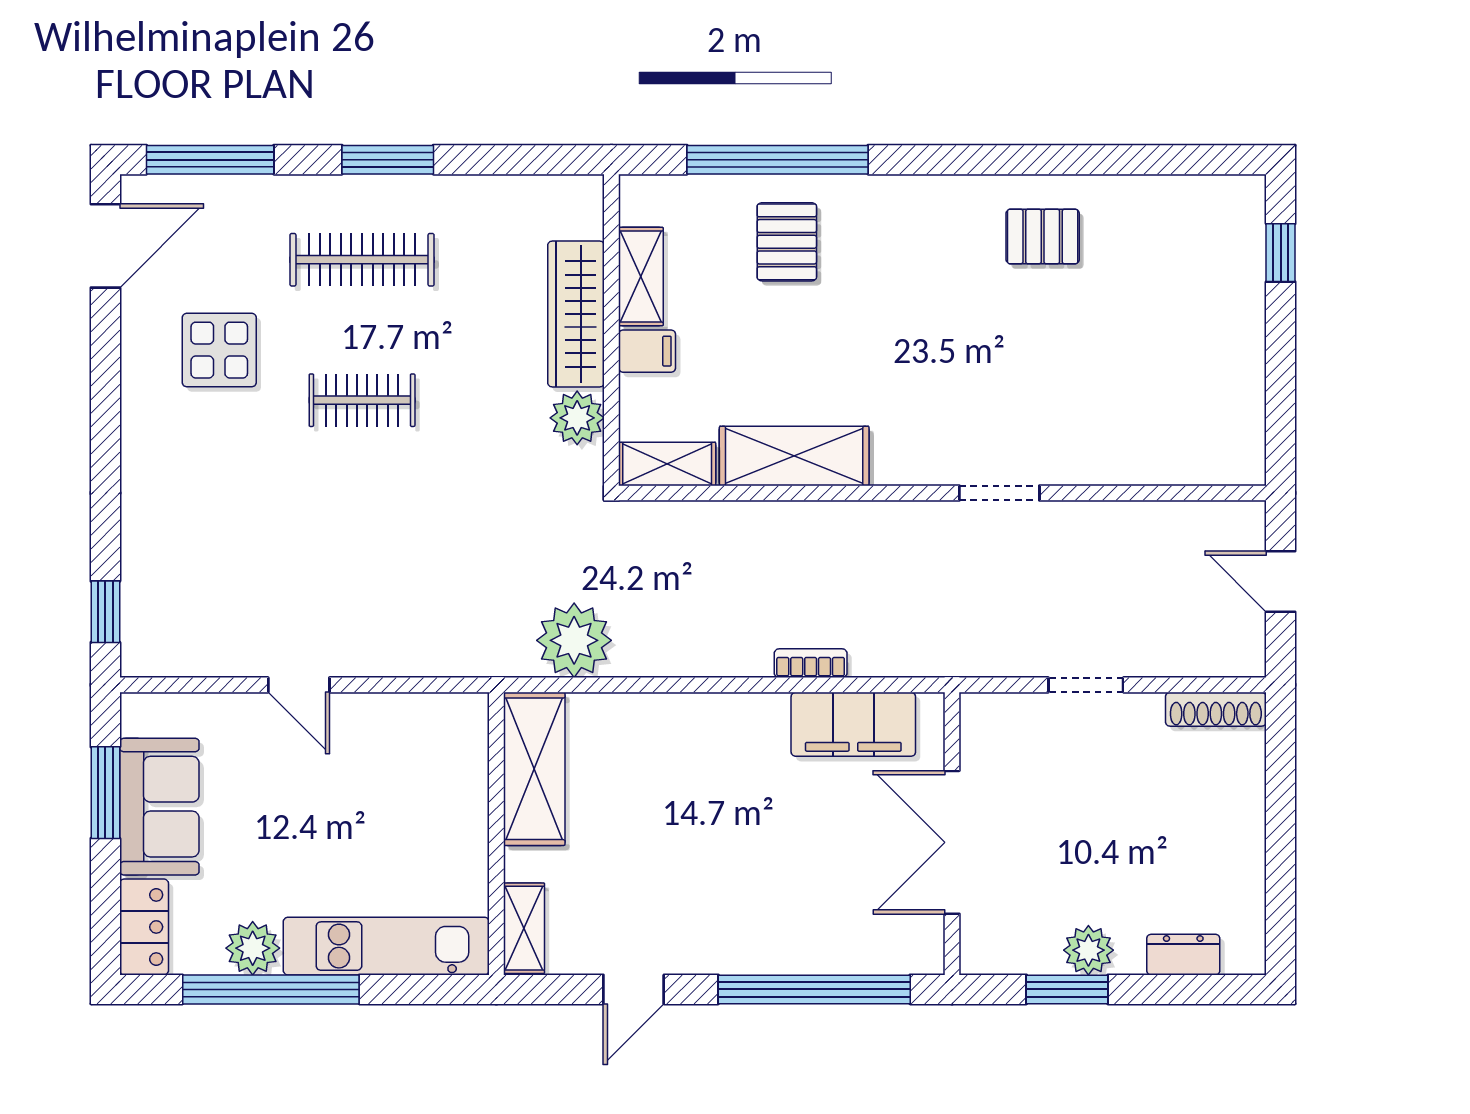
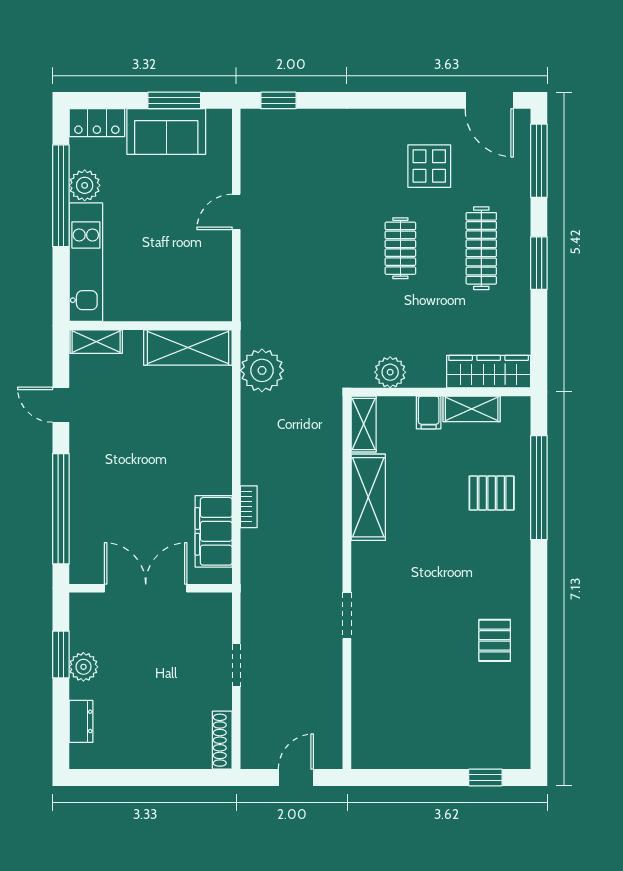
wardrobe: (576, 314) -> (489, 372), moved

